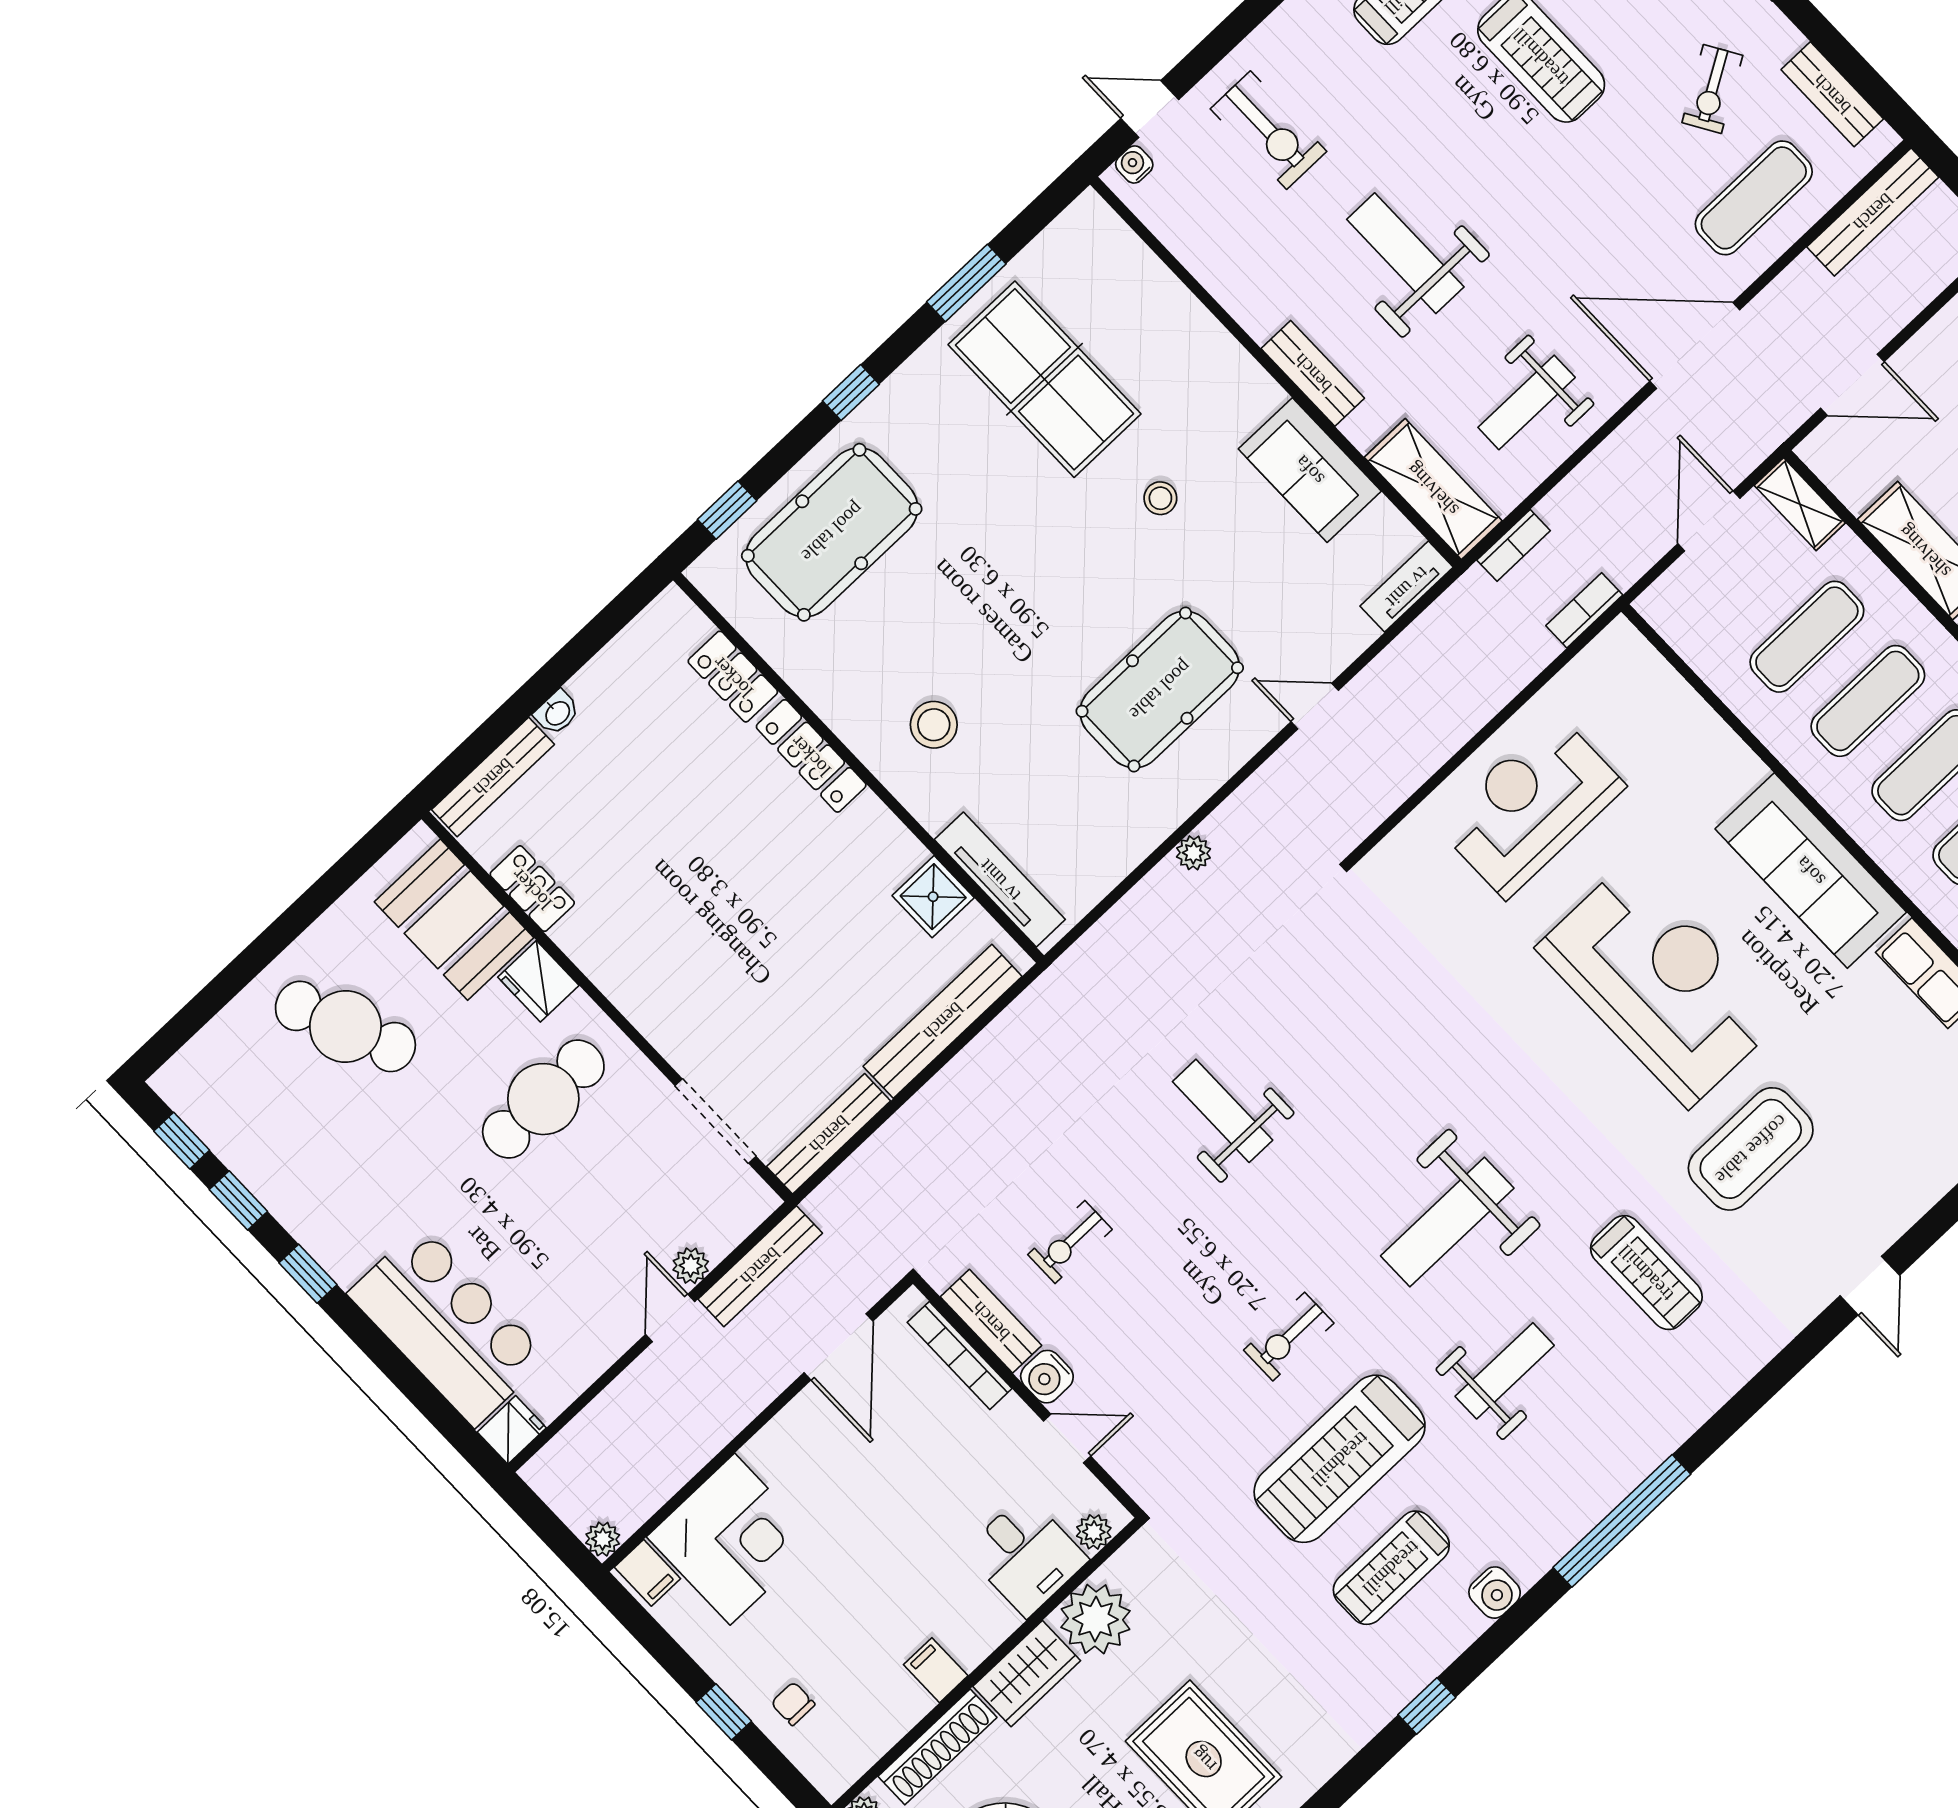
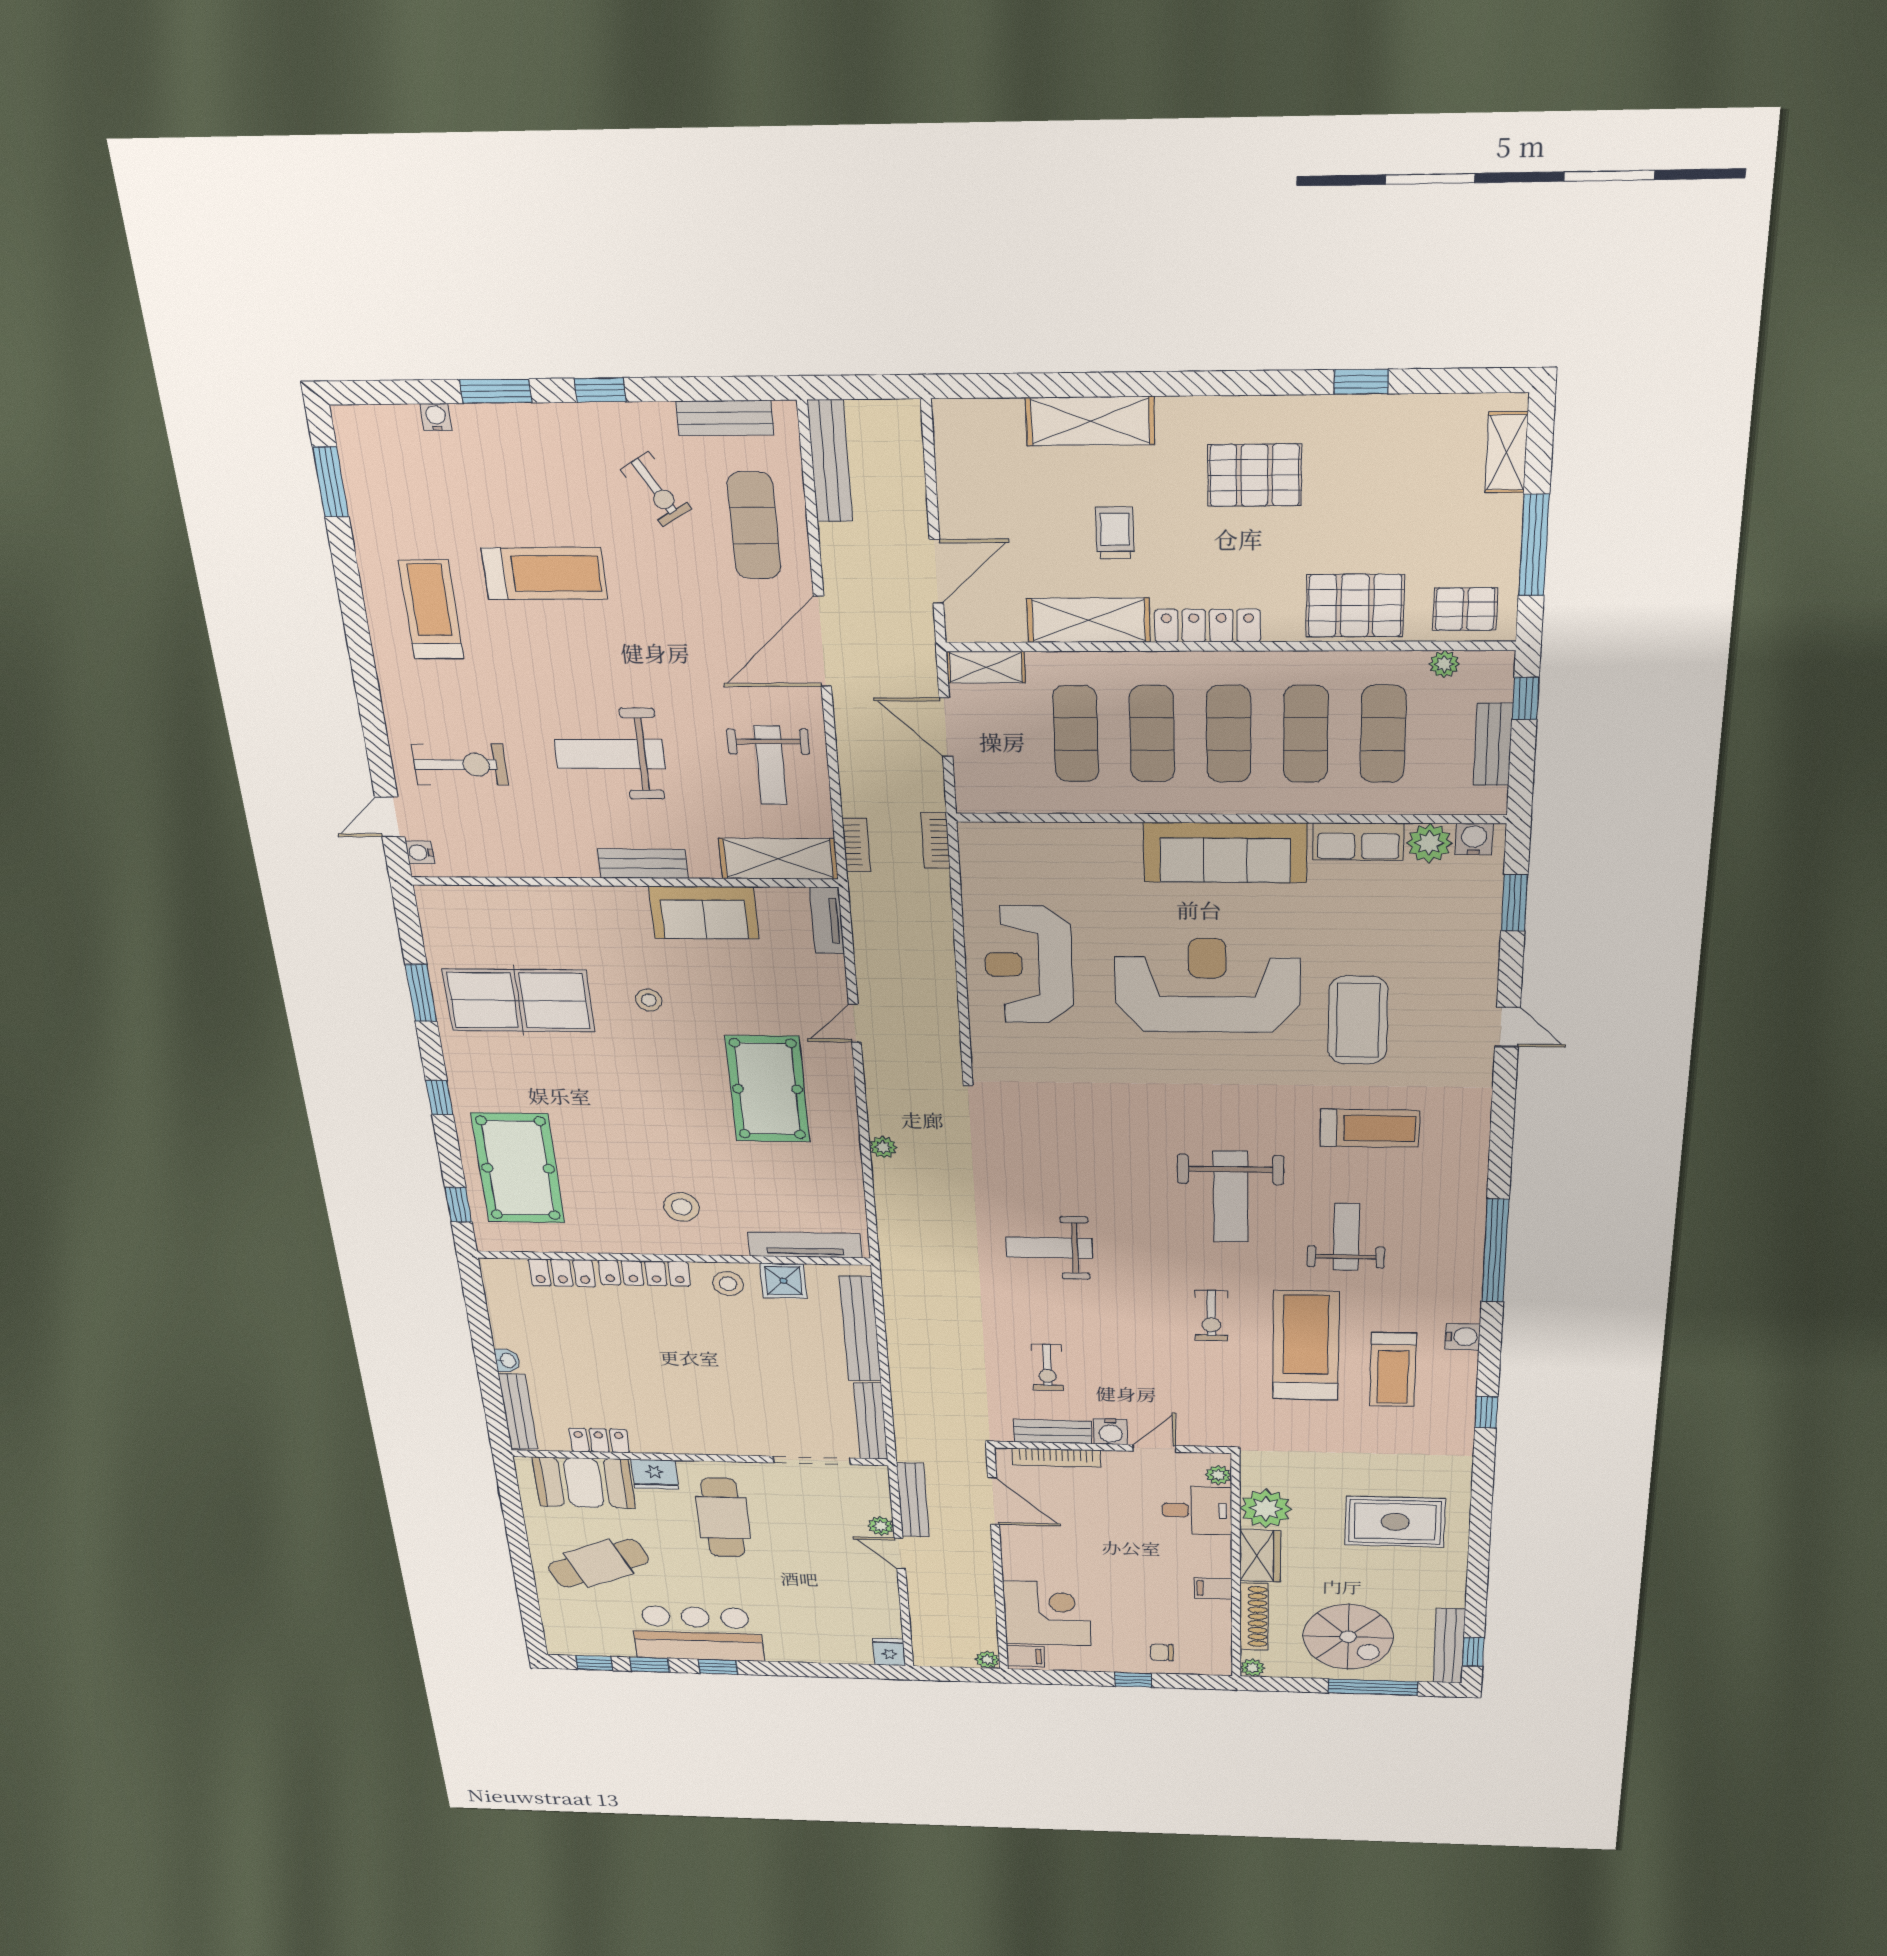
stool: (877, 847) -> (728, 1284), added
bar counter: (448, 1326) -> (697, 1633), moved
treadmill: (1340, 1459) -> (1306, 1346), turned 180

